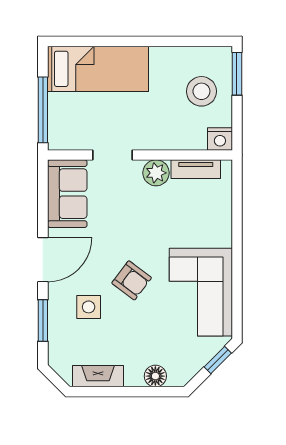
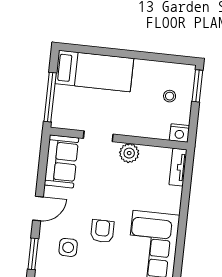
stool: (201, 91) -> (170, 96), width x0.53, depth x0.53
tv unit: (196, 169) -> (178, 167), moved, turned 90
door: (43, 260) -> (38, 208), width x0.73
armchair: (132, 280) -> (102, 231), turned -127

